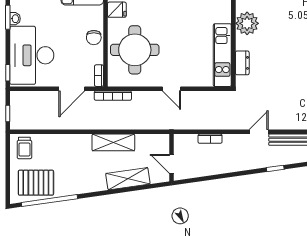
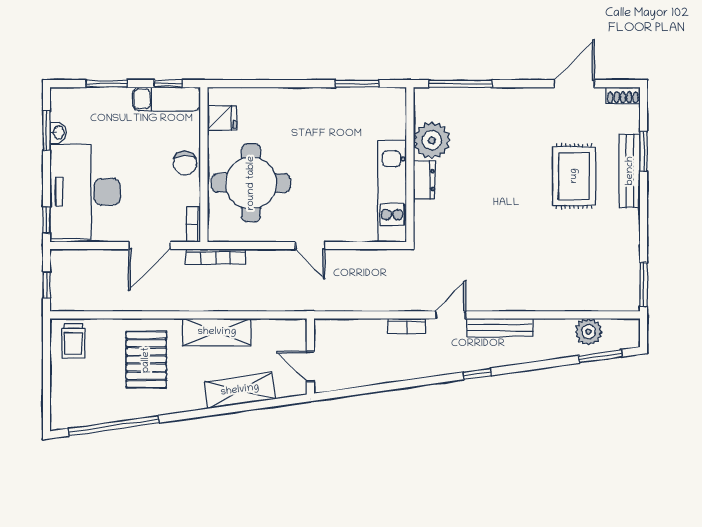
dresser: (242, 63) -> (424, 180), moved
bookcase: (210, 139) -> (407, 326), moved
pallet: (36, 183) -> (146, 360), moved, turned 90

